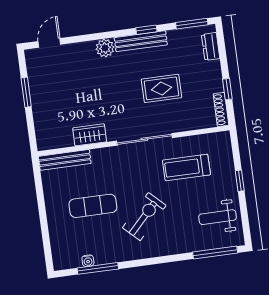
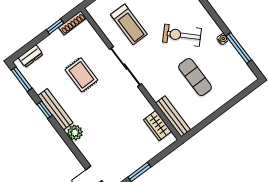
wardrobe: (90, 135) -> (157, 126), moved
water cooler: (88, 261) -> (223, 39), moved

